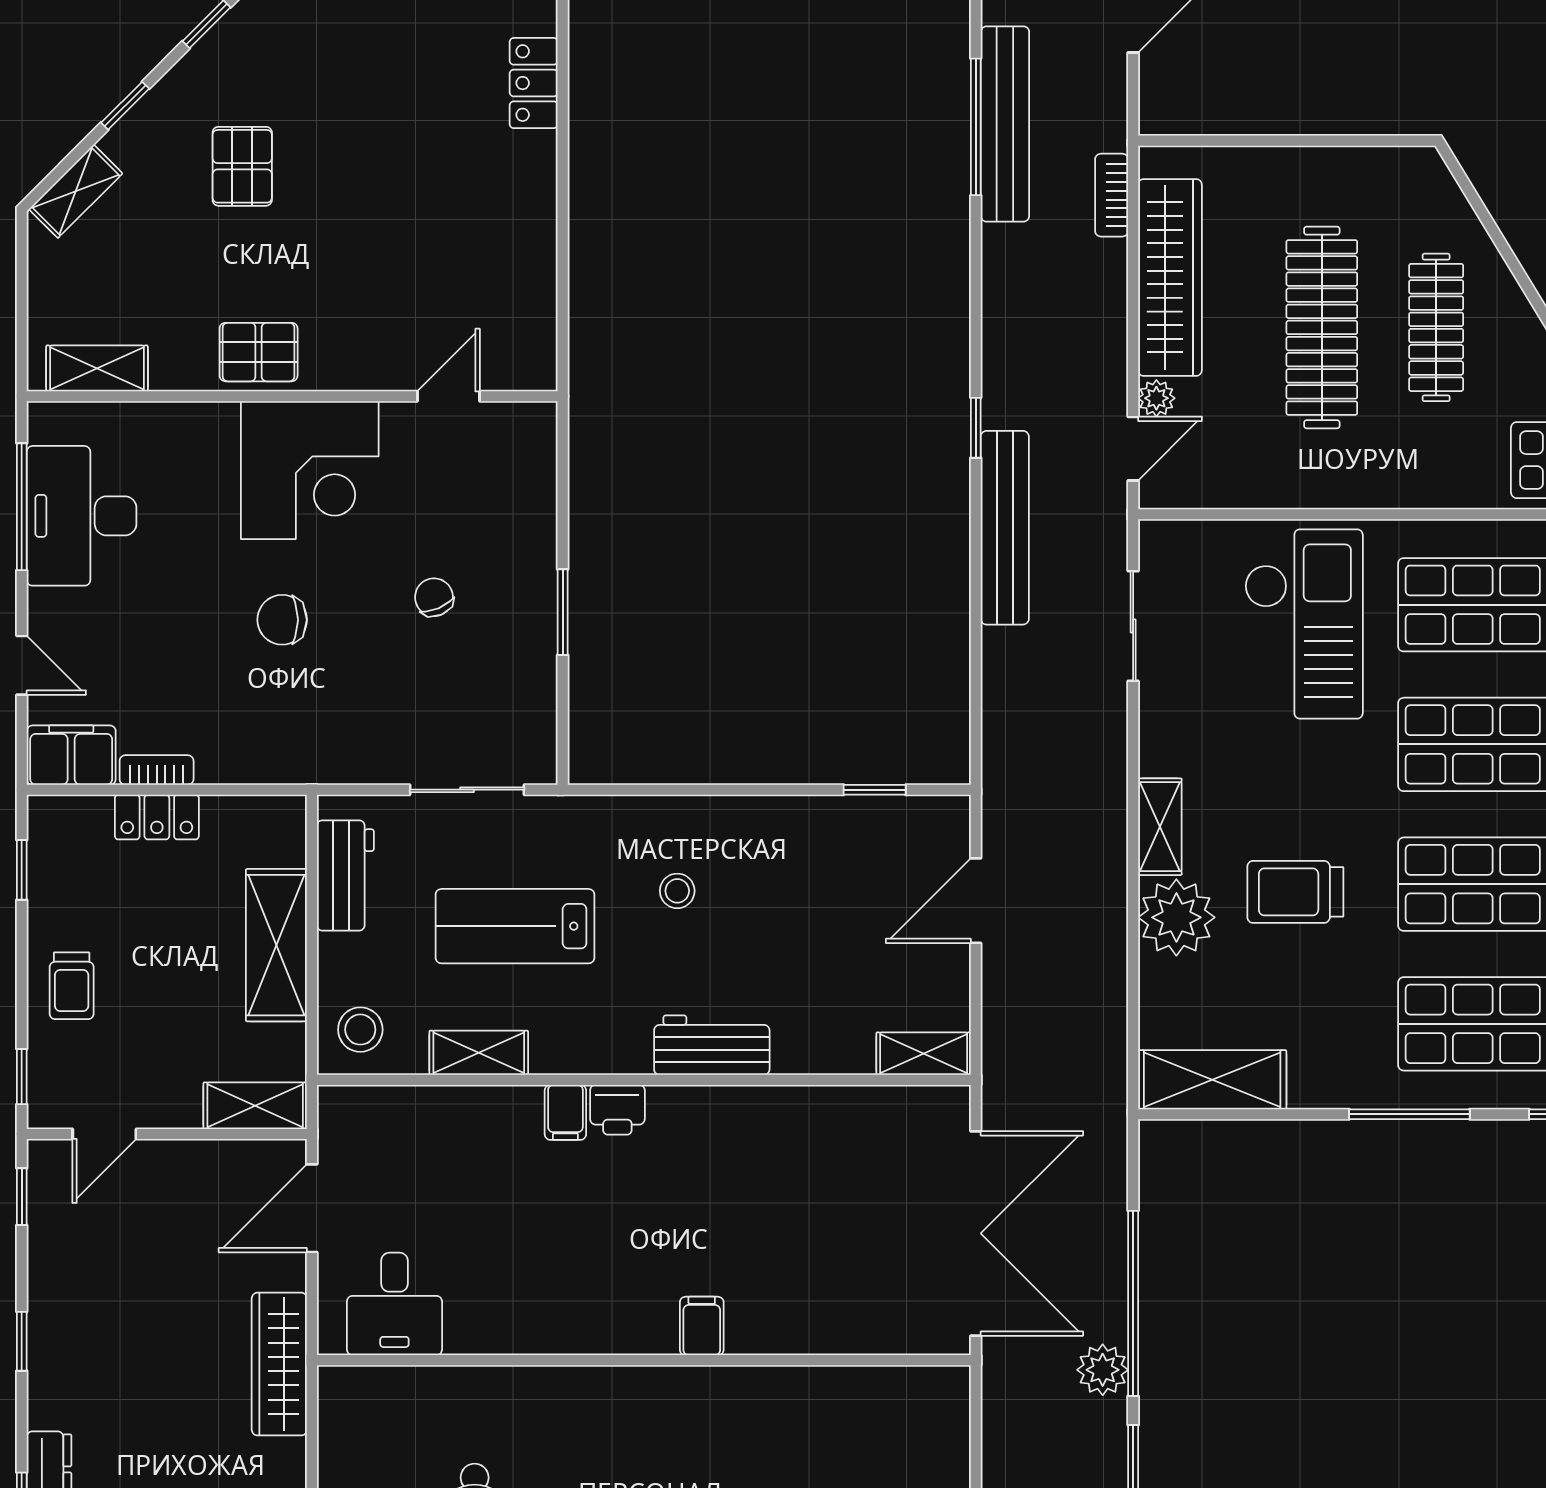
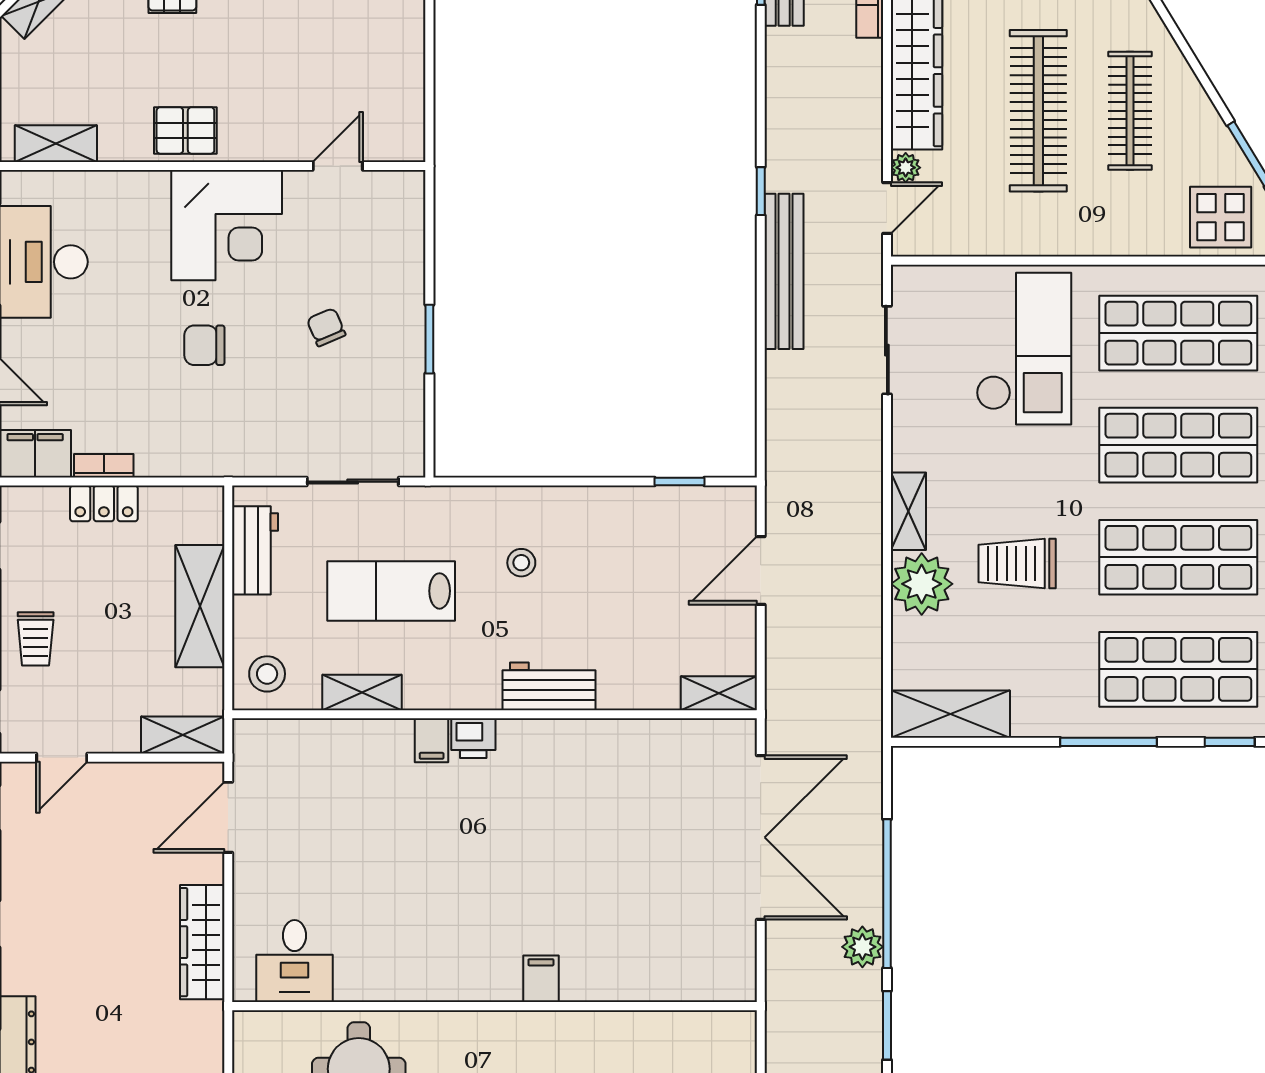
desk: (394, 1304) -> (294, 961), moved
filing cabinet: (702, 1326) -> (541, 979), moved
wall: (644, 1360) -> (494, 1006), moved

